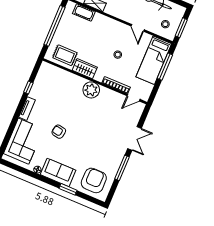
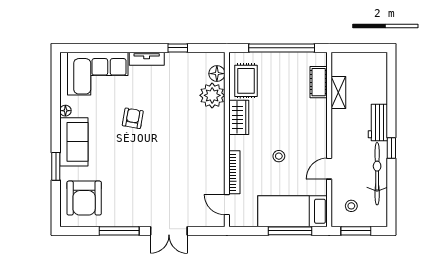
floor lamp: (53, 71) -> (217, 74), added
plant: (91, 90) -> (212, 95), moved
armchair: (94, 180) -> (84, 198), turned 90

